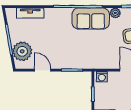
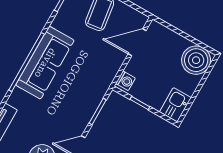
plant: (115, 13) -> (59, 22), removed
sofa: (91, 18) -> (45, 63), width x1.36

